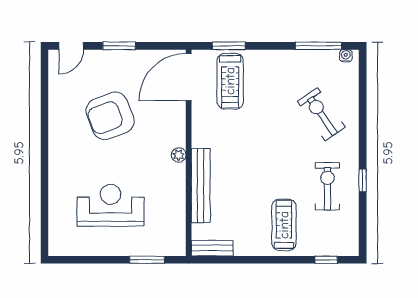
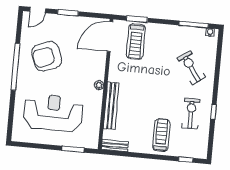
armchair: (110, 116) -> (47, 56), moved
window: (44, 139) -> (15, 67), added
reception desk: (111, 205) -> (53, 113), width x1.36, depth x1.30

